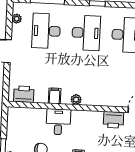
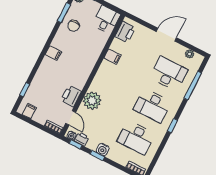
plant: (76, 99) -> (92, 101), moved, width x1.87, depth x1.87
desk: (58, 122) -> (106, 20), moved, turned -90

